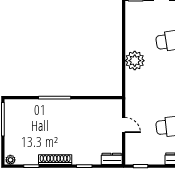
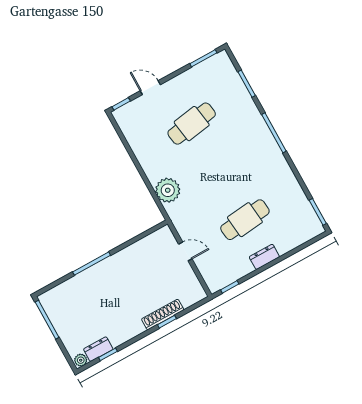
plant: (135, 61) -> (168, 190), moved
dresser: (112, 159) -> (98, 349), moved
shoe rack: (55, 160) -> (163, 314), moved

